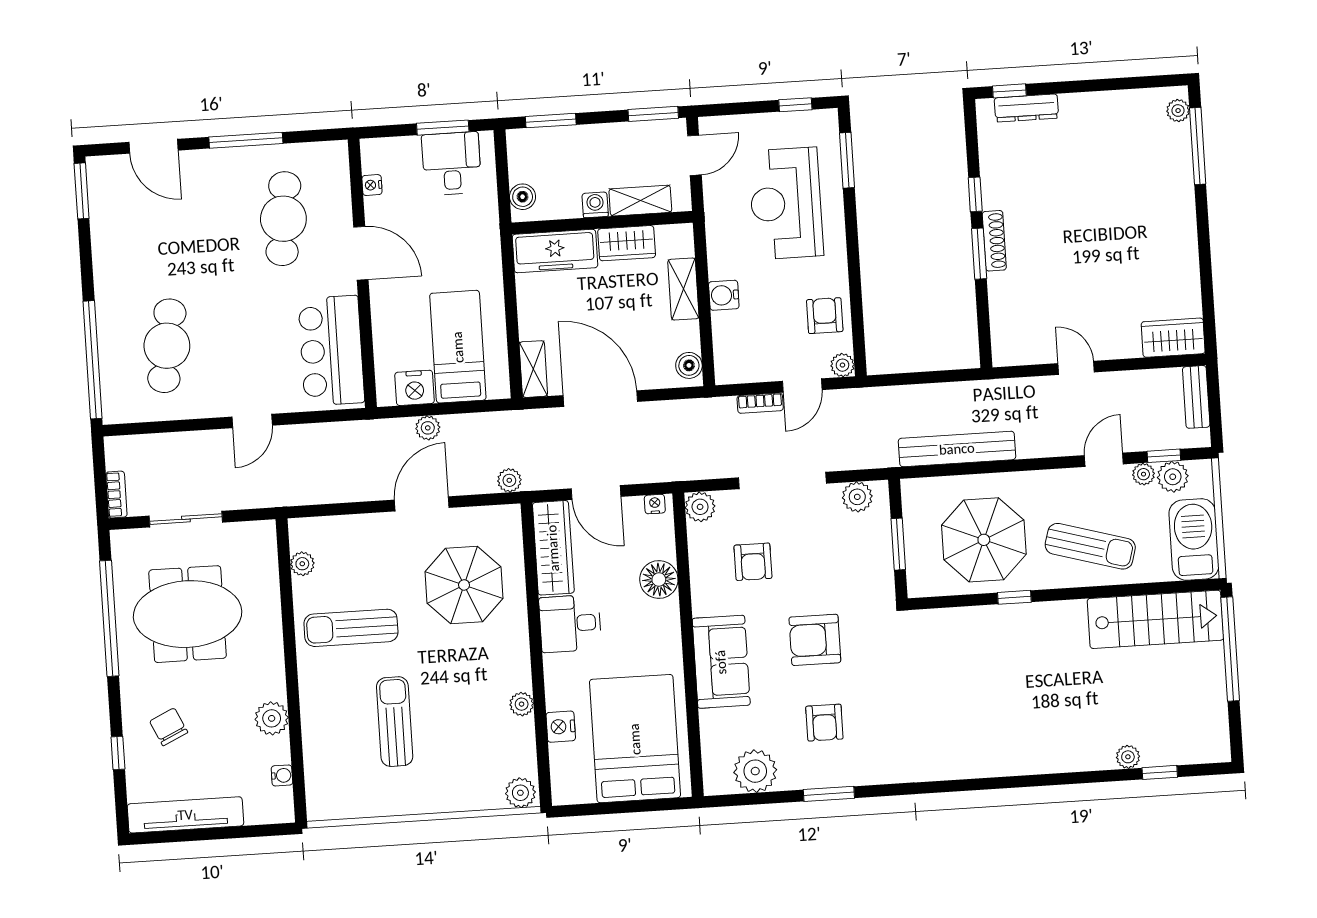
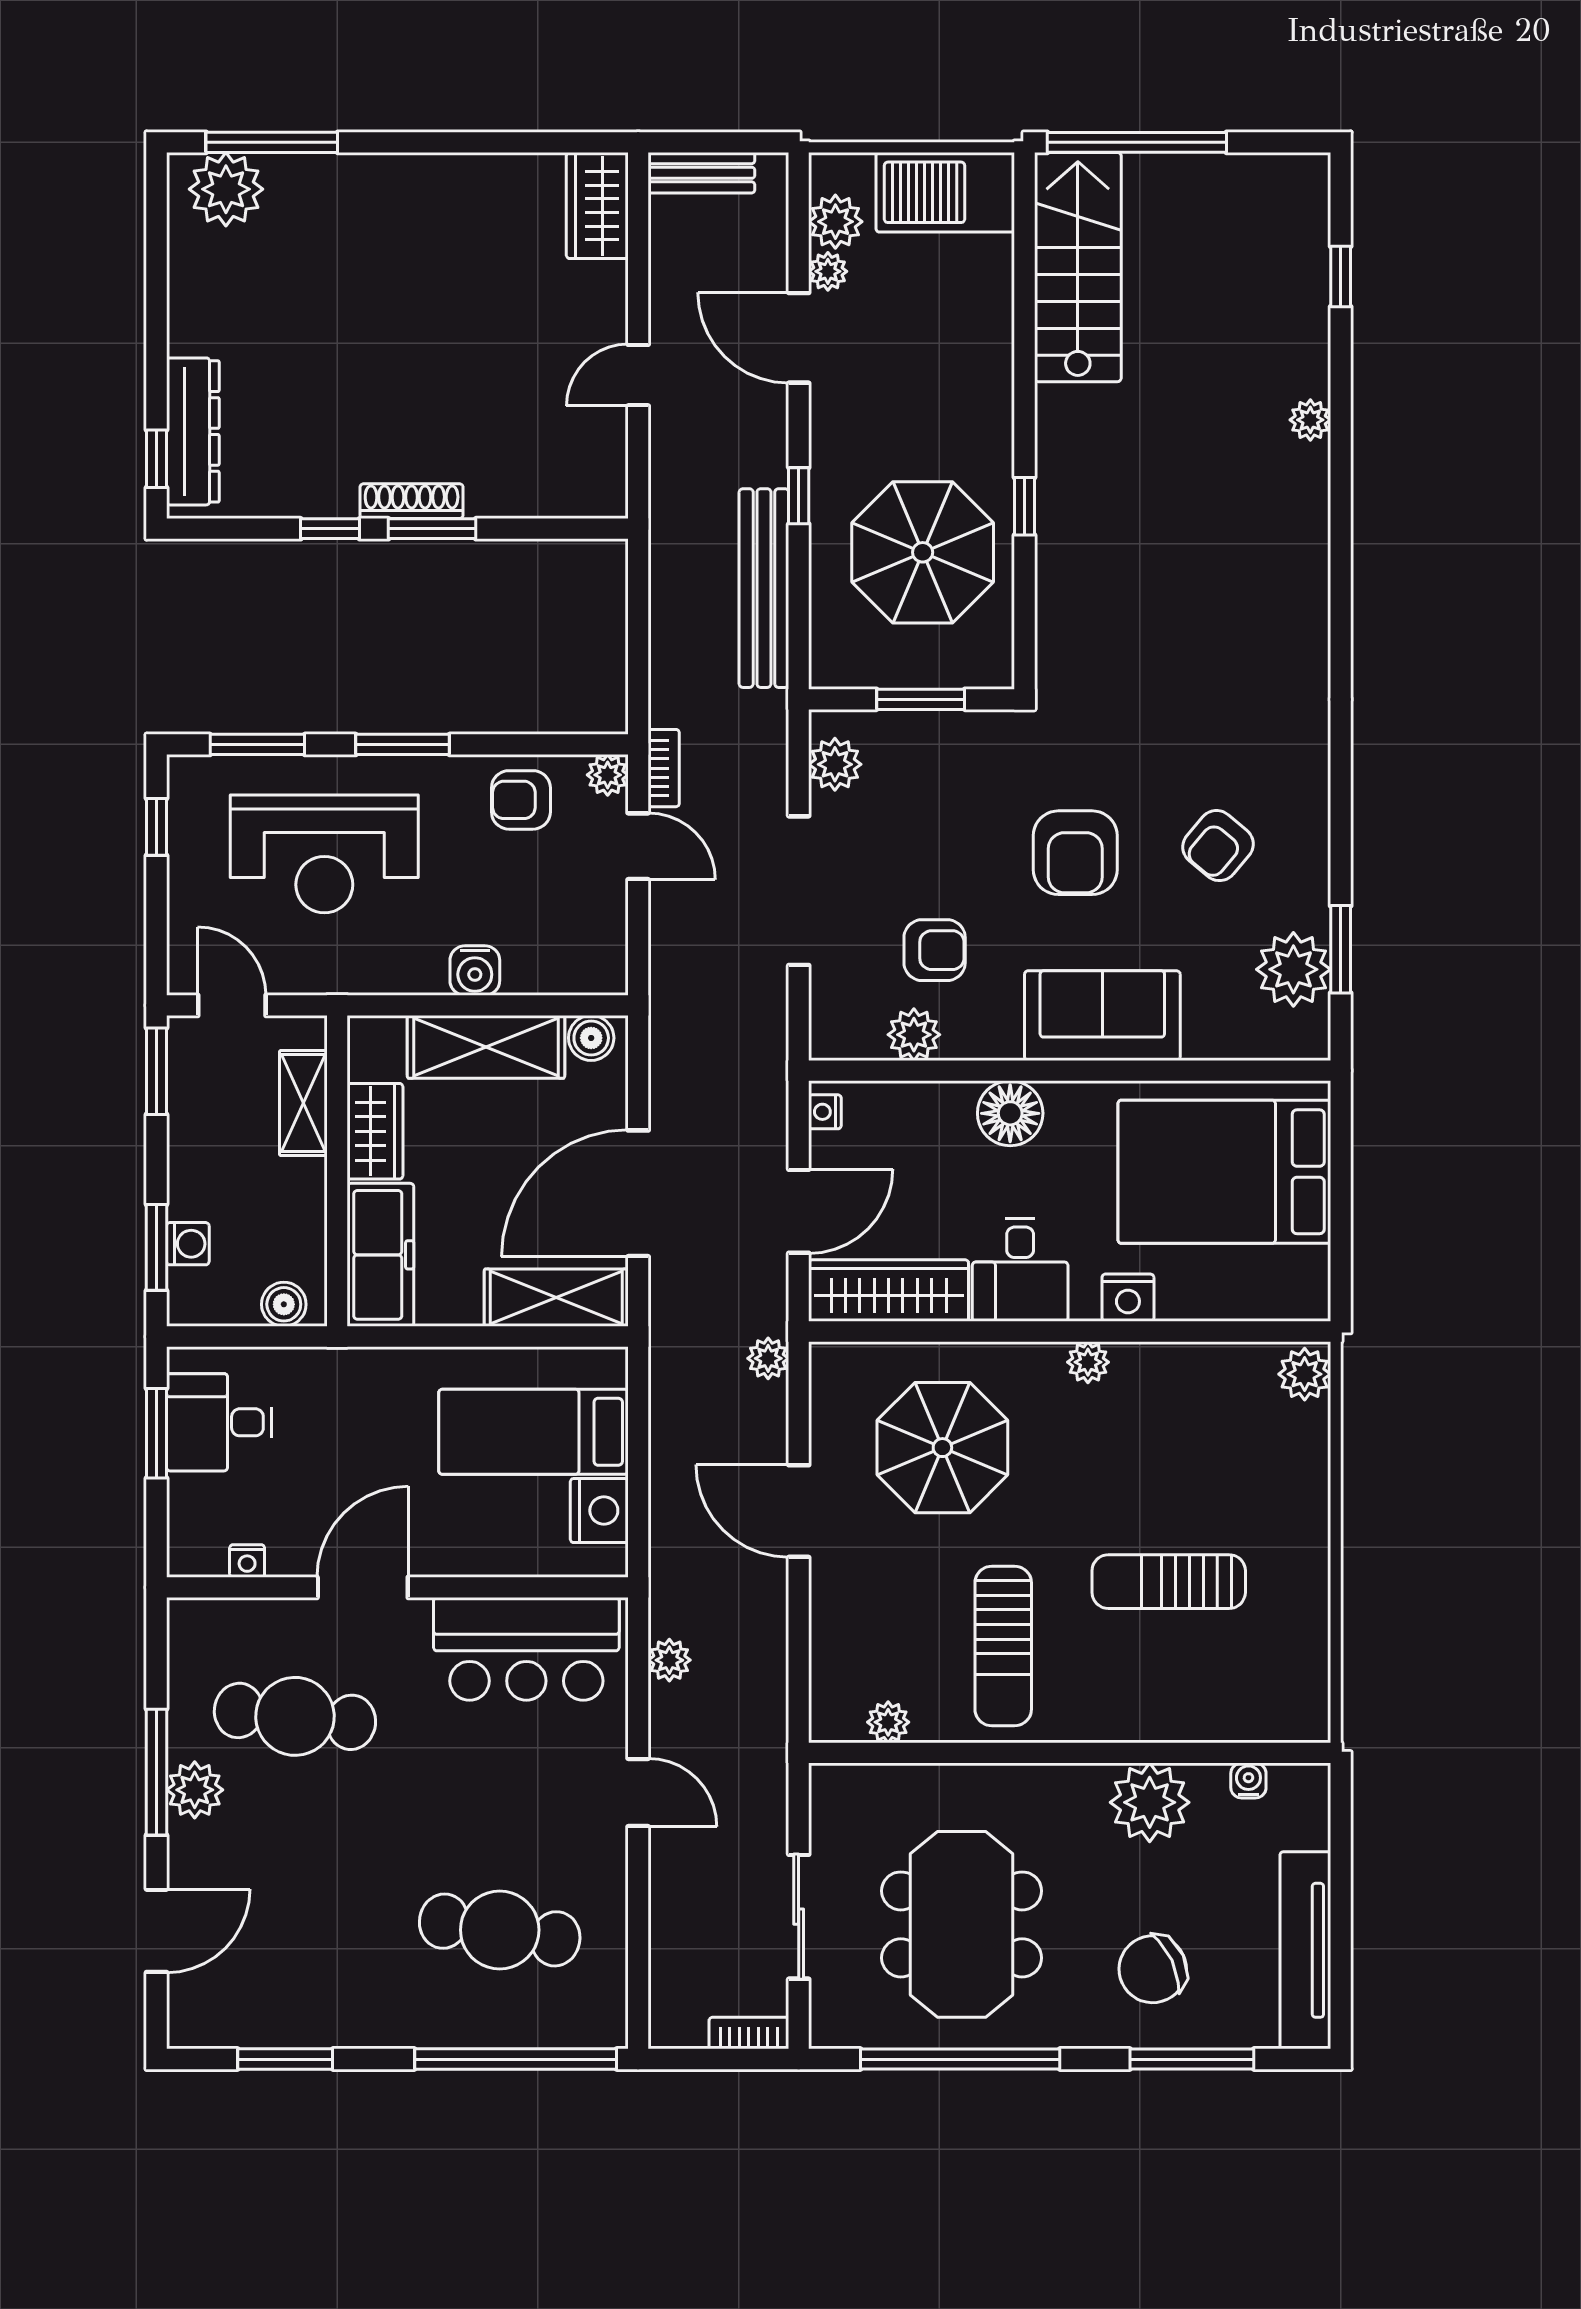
dresser: (1026, 108) -> (193, 431), width x1.37, depth x1.24
plant: (1178, 111) -> (226, 189), width x1.87, depth x1.87
plant: (237, 163) -> (195, 1790), added
window: (82, 191) -> (285, 2059), moved
washing machine: (595, 205) -> (188, 1244), moved, turned 180
window: (853, 245) -> (403, 744), added
shelving: (683, 289) -> (486, 1047), width x1.50, depth x1.33
shelving: (533, 369) -> (556, 1298), width x1.50, depth x1.33
bookcase: (760, 403) -> (664, 768), moved
plant: (428, 428) -> (669, 1660), moved
window: (1164, 456) -> (799, 496), moved
door: (1104, 460) -> (799, 338), width x1.38
plant: (700, 507) -> (914, 1035), moved
sun lounger: (1090, 546) -> (945, 371), removed
floor lamp: (659, 580) -> (1010, 1113), moved
plant: (522, 704) -> (1088, 1362), moved
plant: (272, 718) -> (1150, 1802), width x1.36, depth x1.36
armchair: (824, 723) -> (1218, 846), turned 130
chair: (169, 727) -> (1153, 1969), width x1.37, depth x1.37
nightstand: (561, 727) -> (1128, 1298), moved
window: (118, 753) -> (1192, 2059), width x2.17
plant: (1128, 757) -> (1310, 420), moved
window: (829, 794) -> (1341, 949), moved

